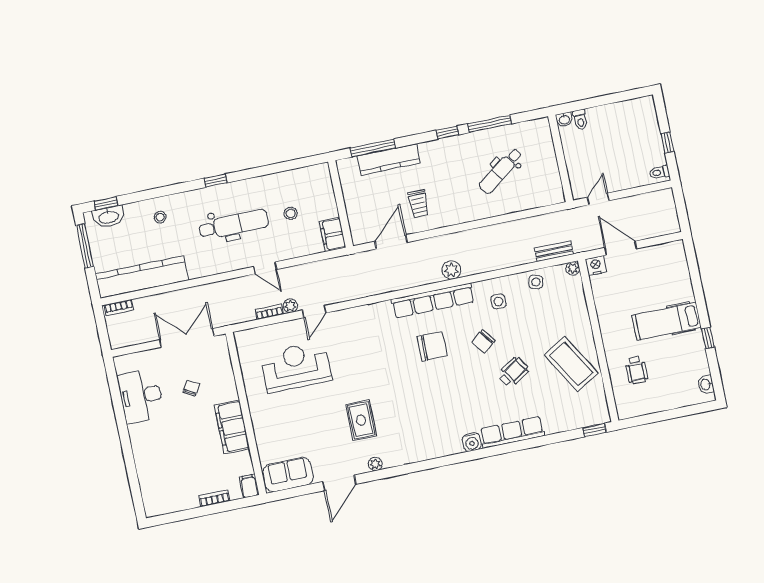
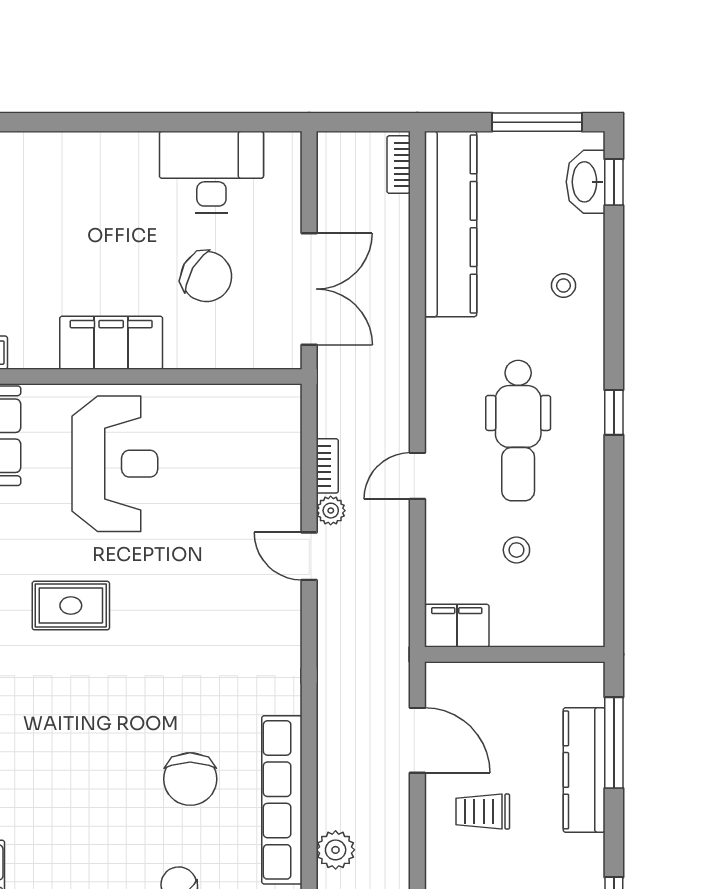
reception desk: (296, 367) -> (115, 464), moved
chair: (191, 388) -> (206, 276), width x1.87, depth x1.87

